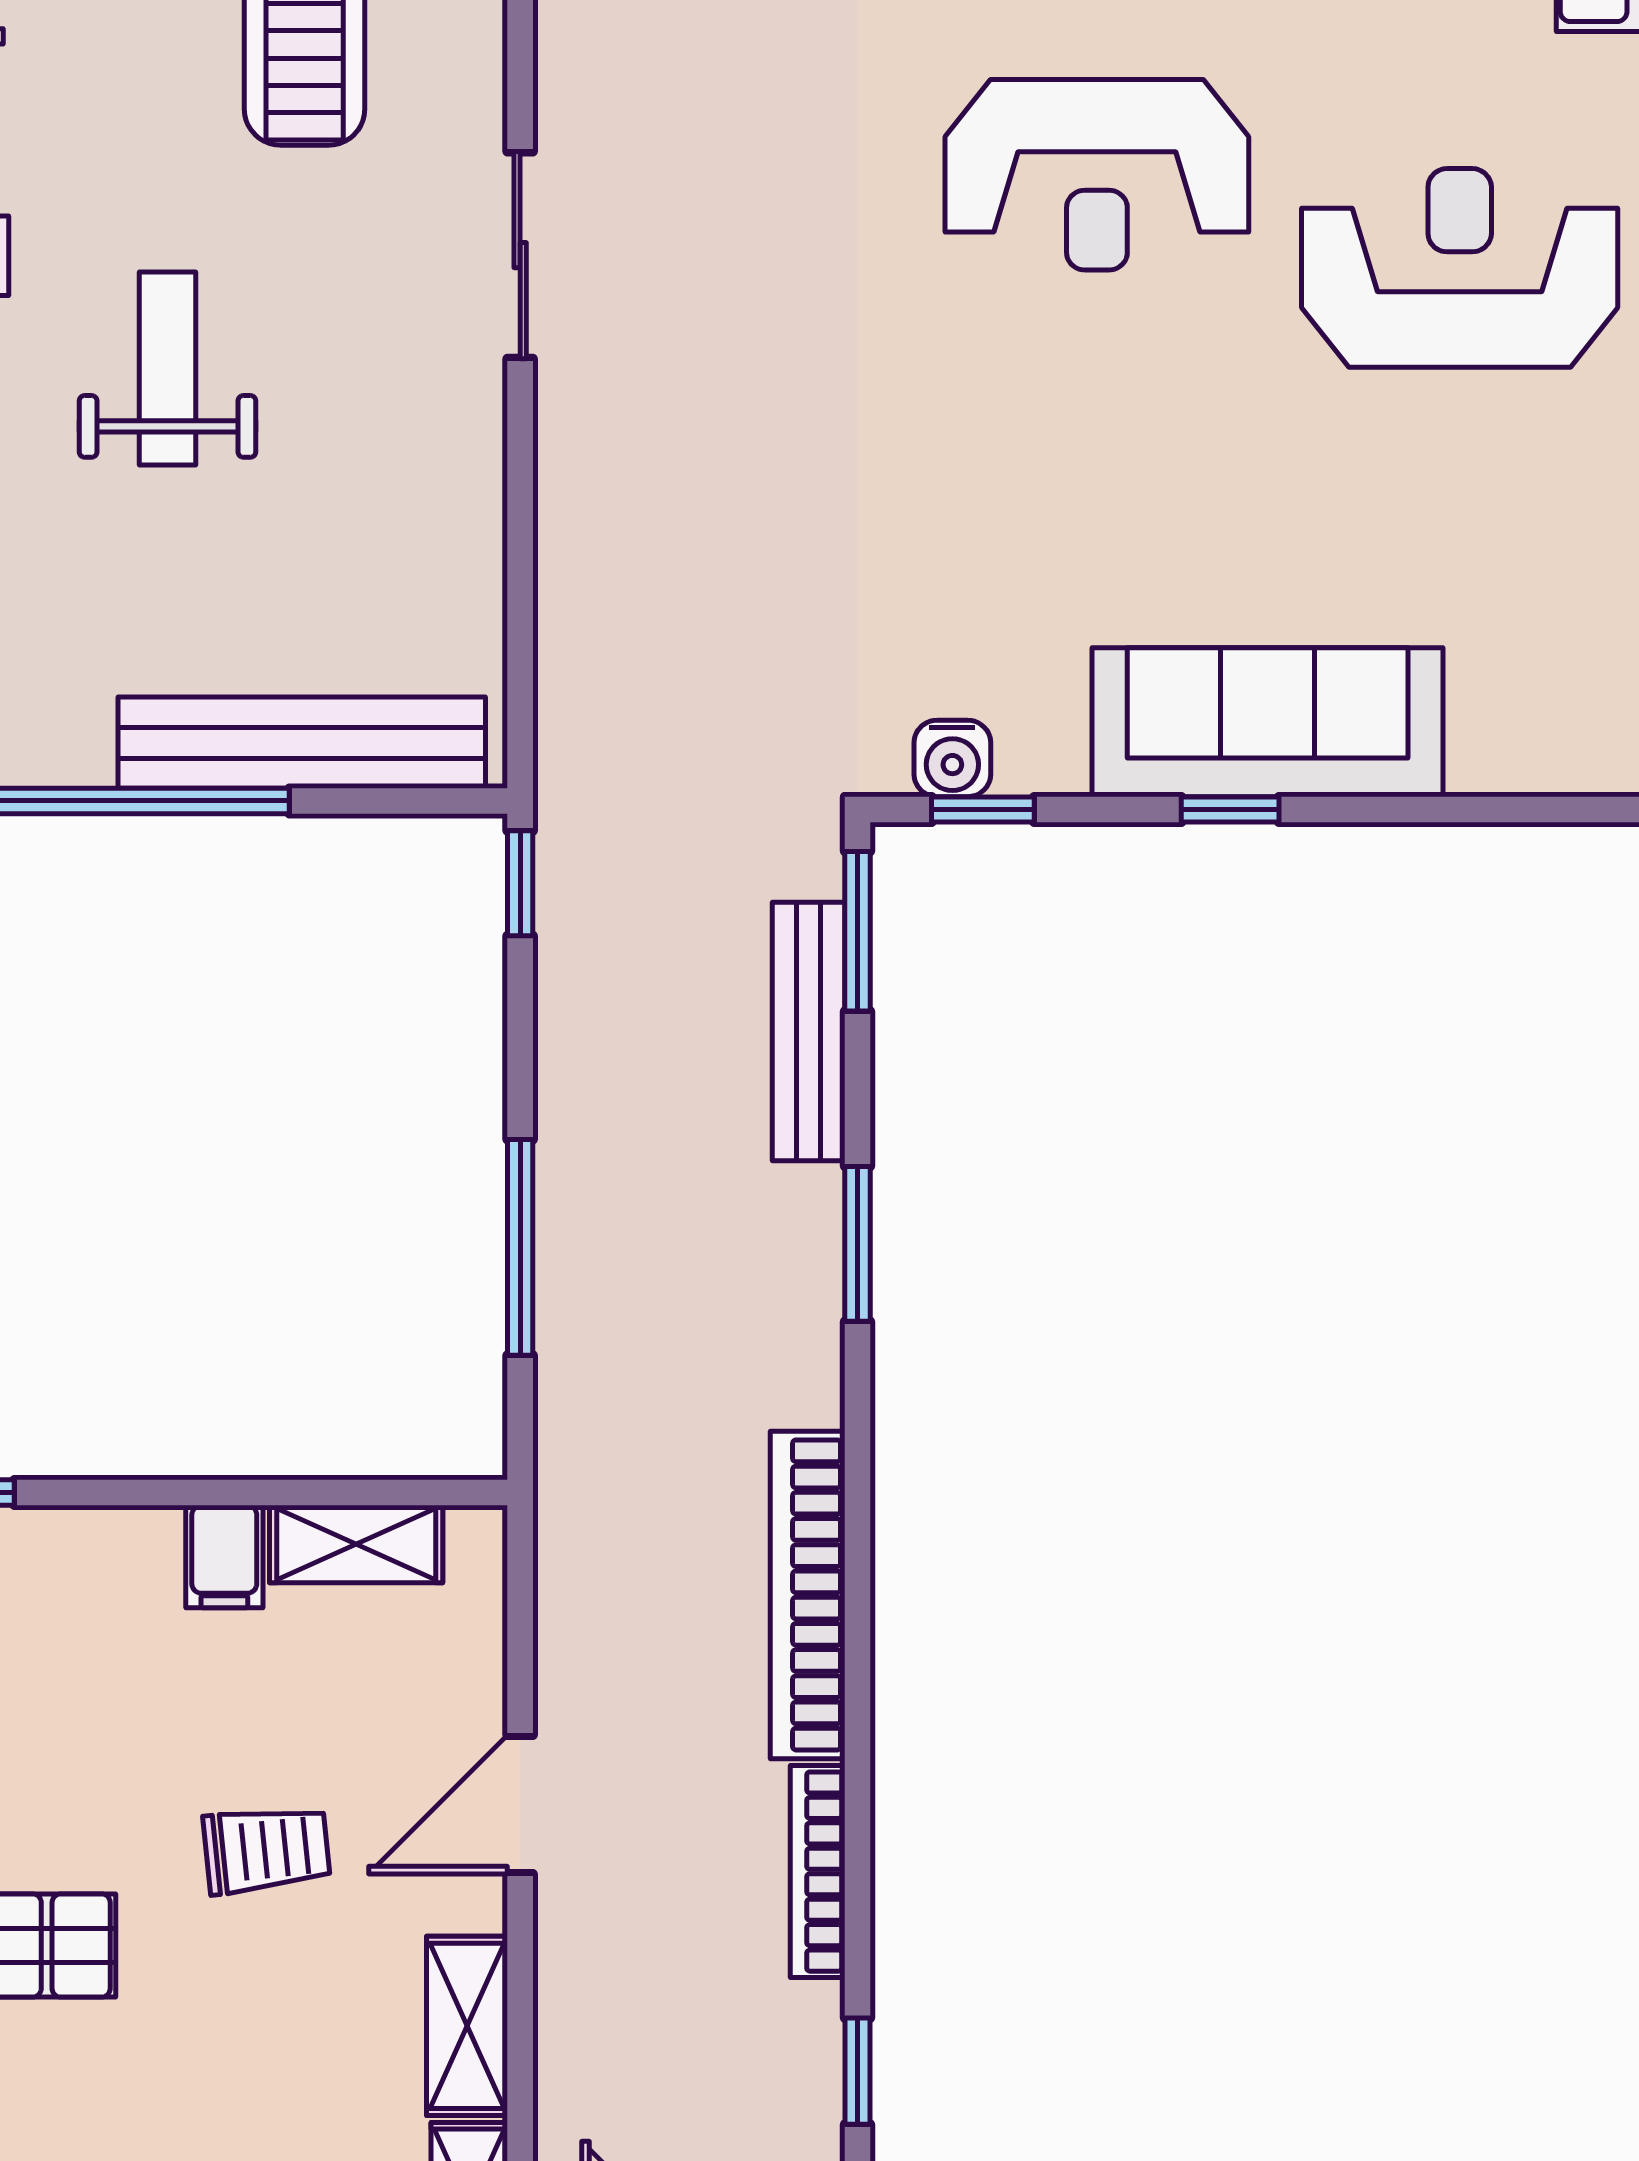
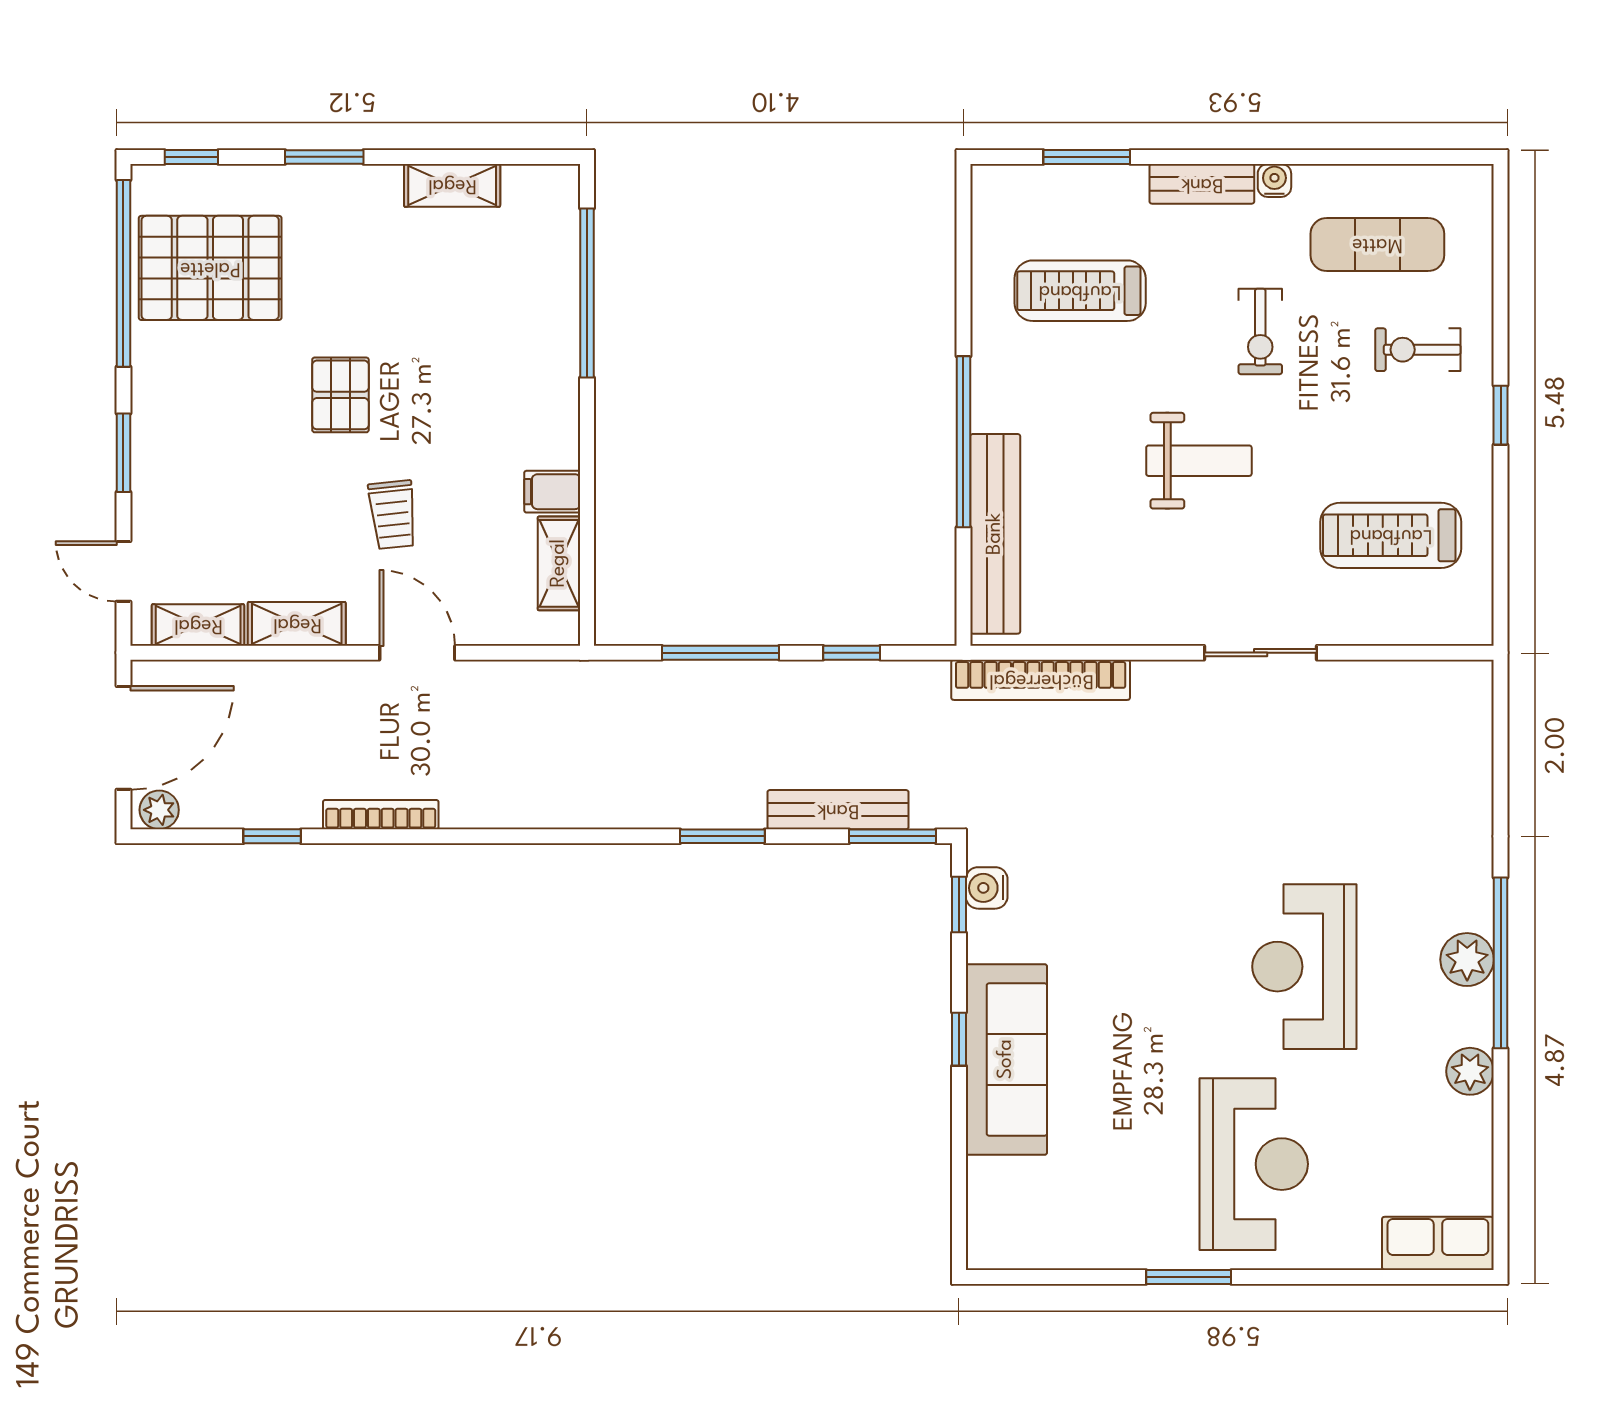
window: (520, 883) -> (852, 653), moved
bookcase: (808, 1595) -> (1041, 680), moved, turned 180

